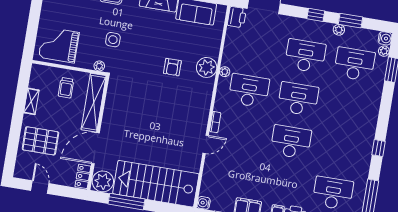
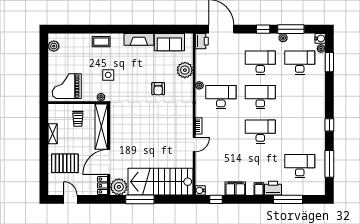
window: (350, 21) -> (291, 29), width x1.44
plant: (207, 67) -> (185, 70), moved

